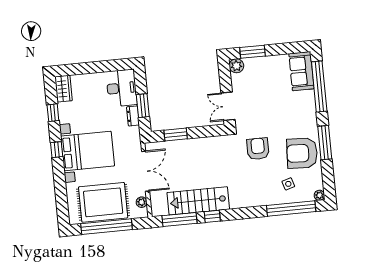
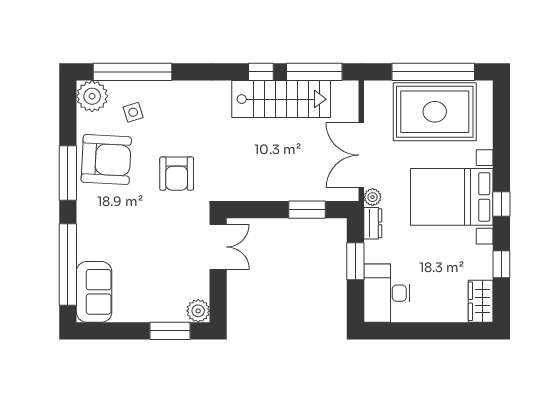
dresser: (133, 116) -> (373, 223), moved
plant: (319, 195) -> (92, 96), width x1.87, depth x1.87
plant: (142, 202) -> (373, 197), moved

